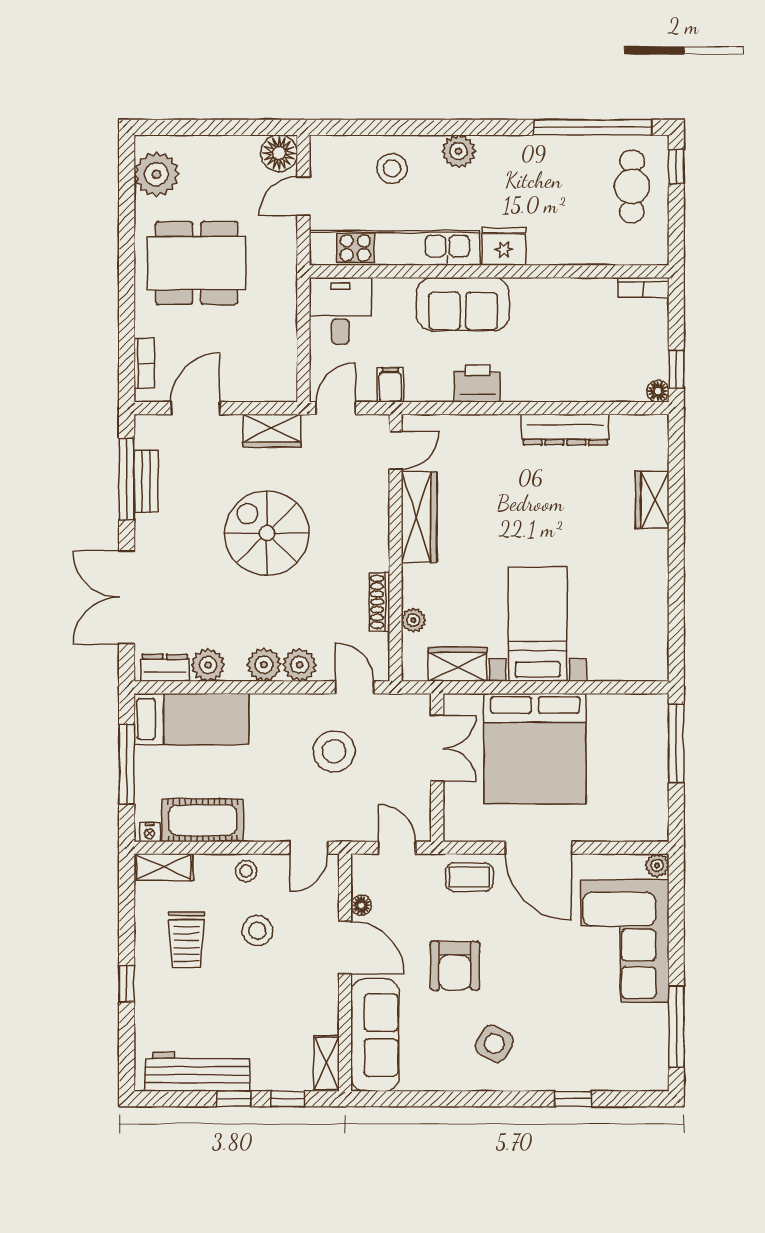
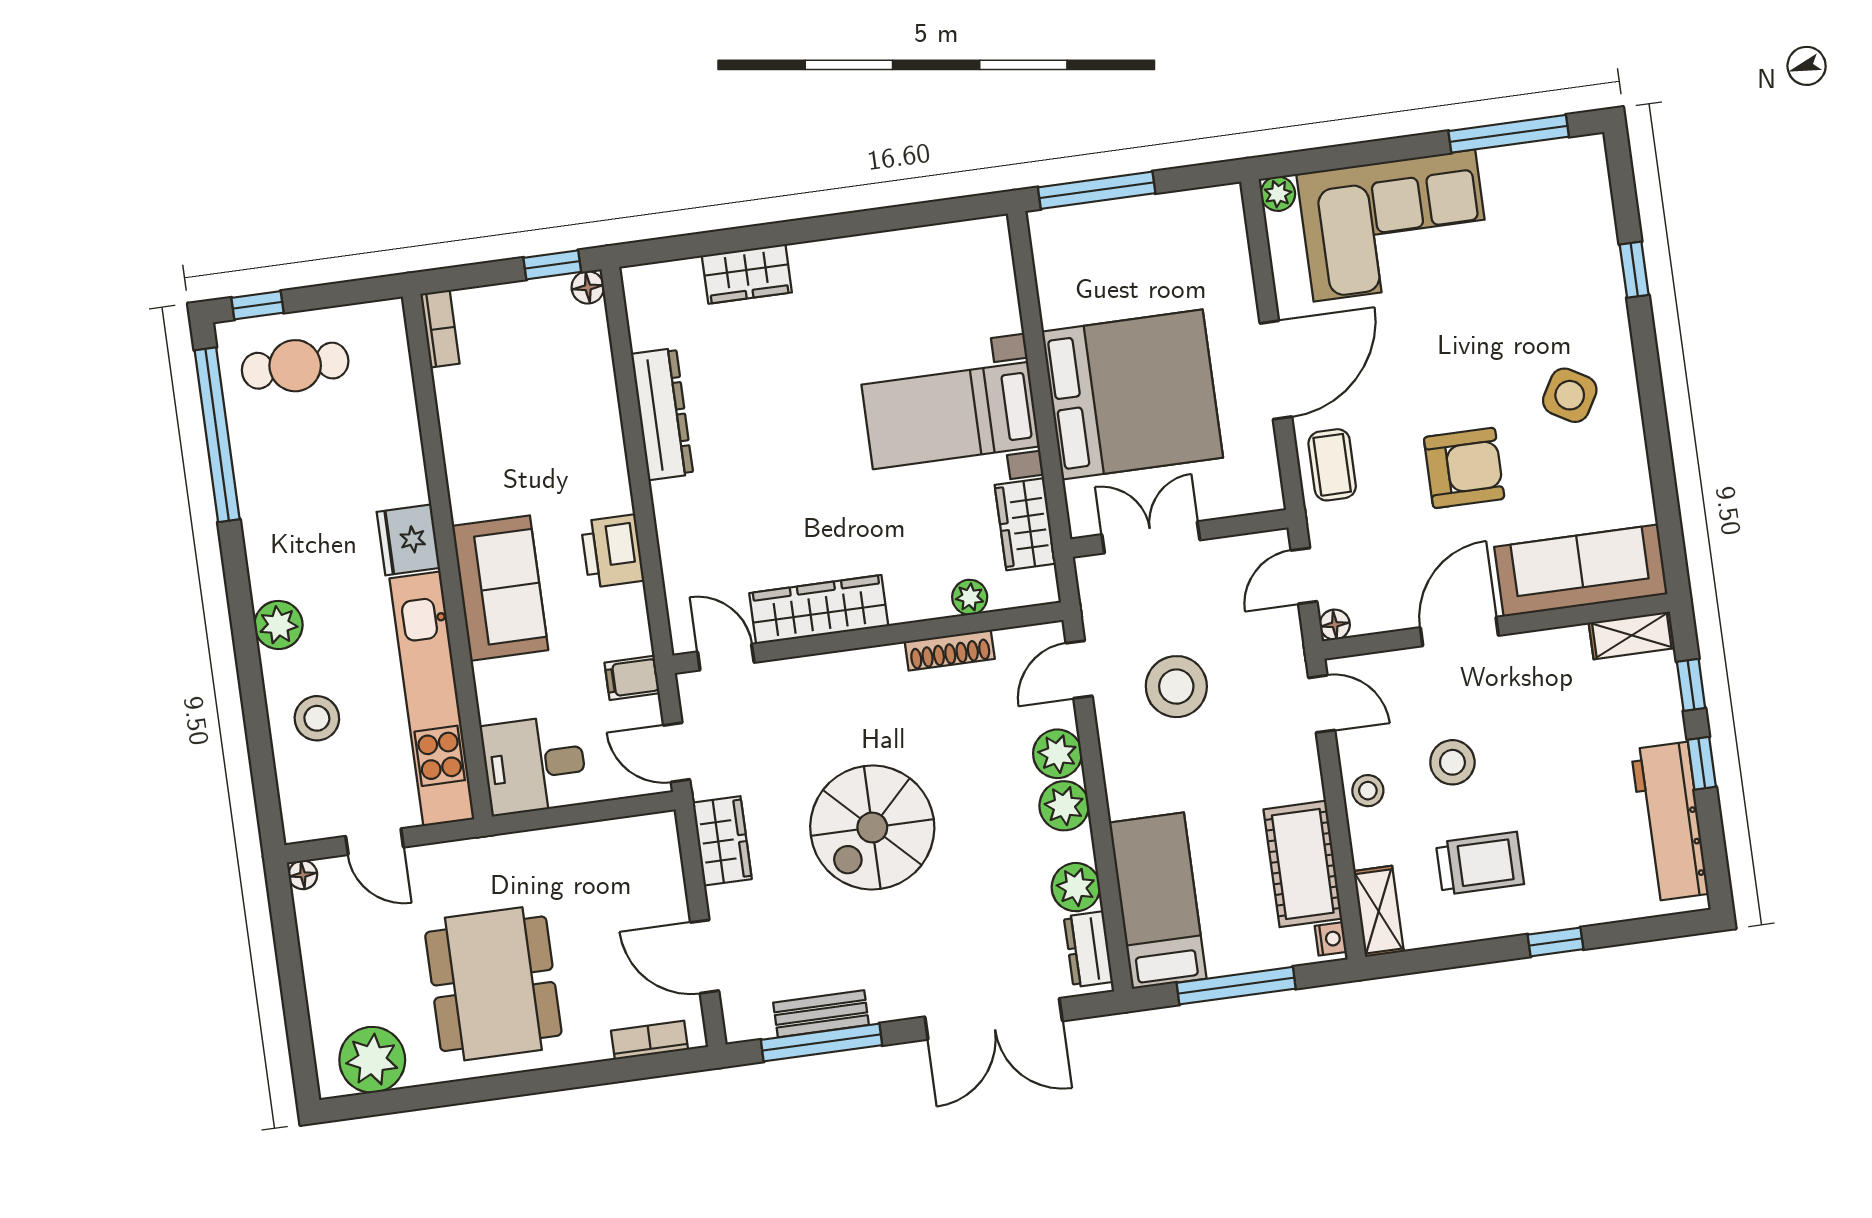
floor lamp: (279, 153) -> (303, 875), width x0.53, depth x0.53
floor lamp: (361, 905) -> (1335, 625), moved

